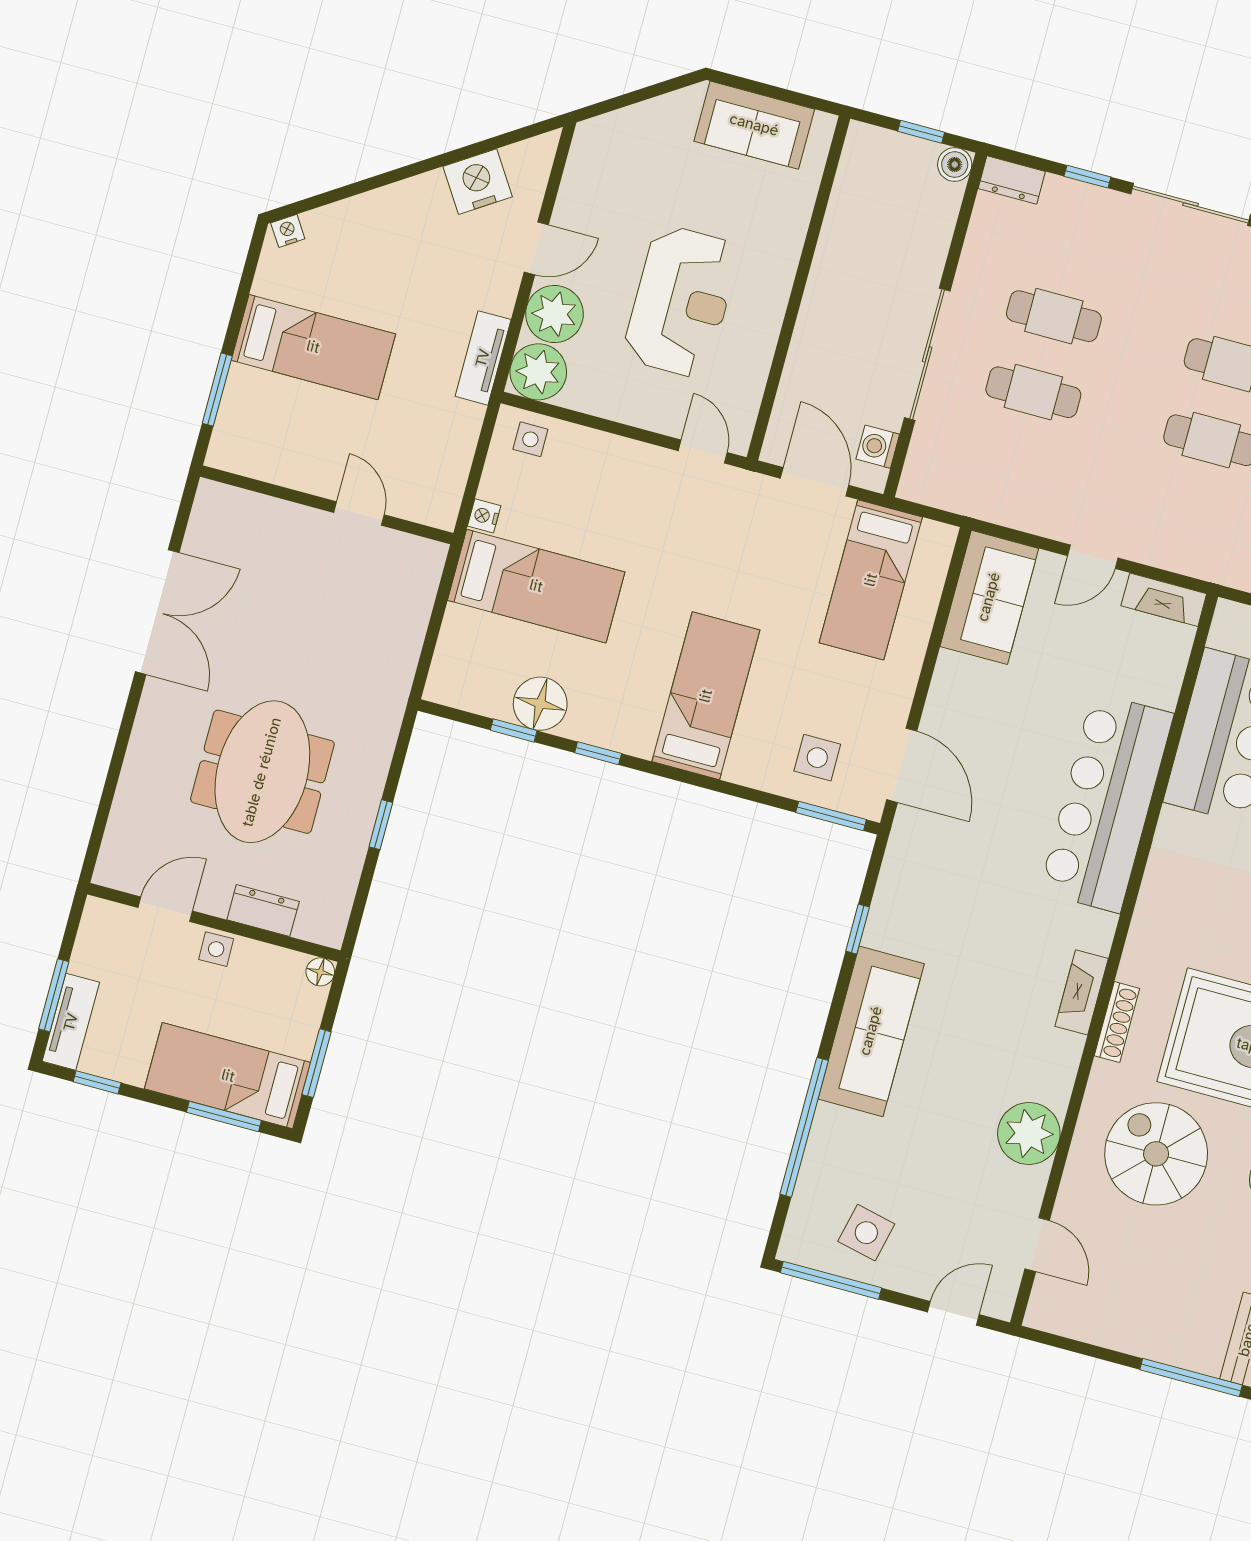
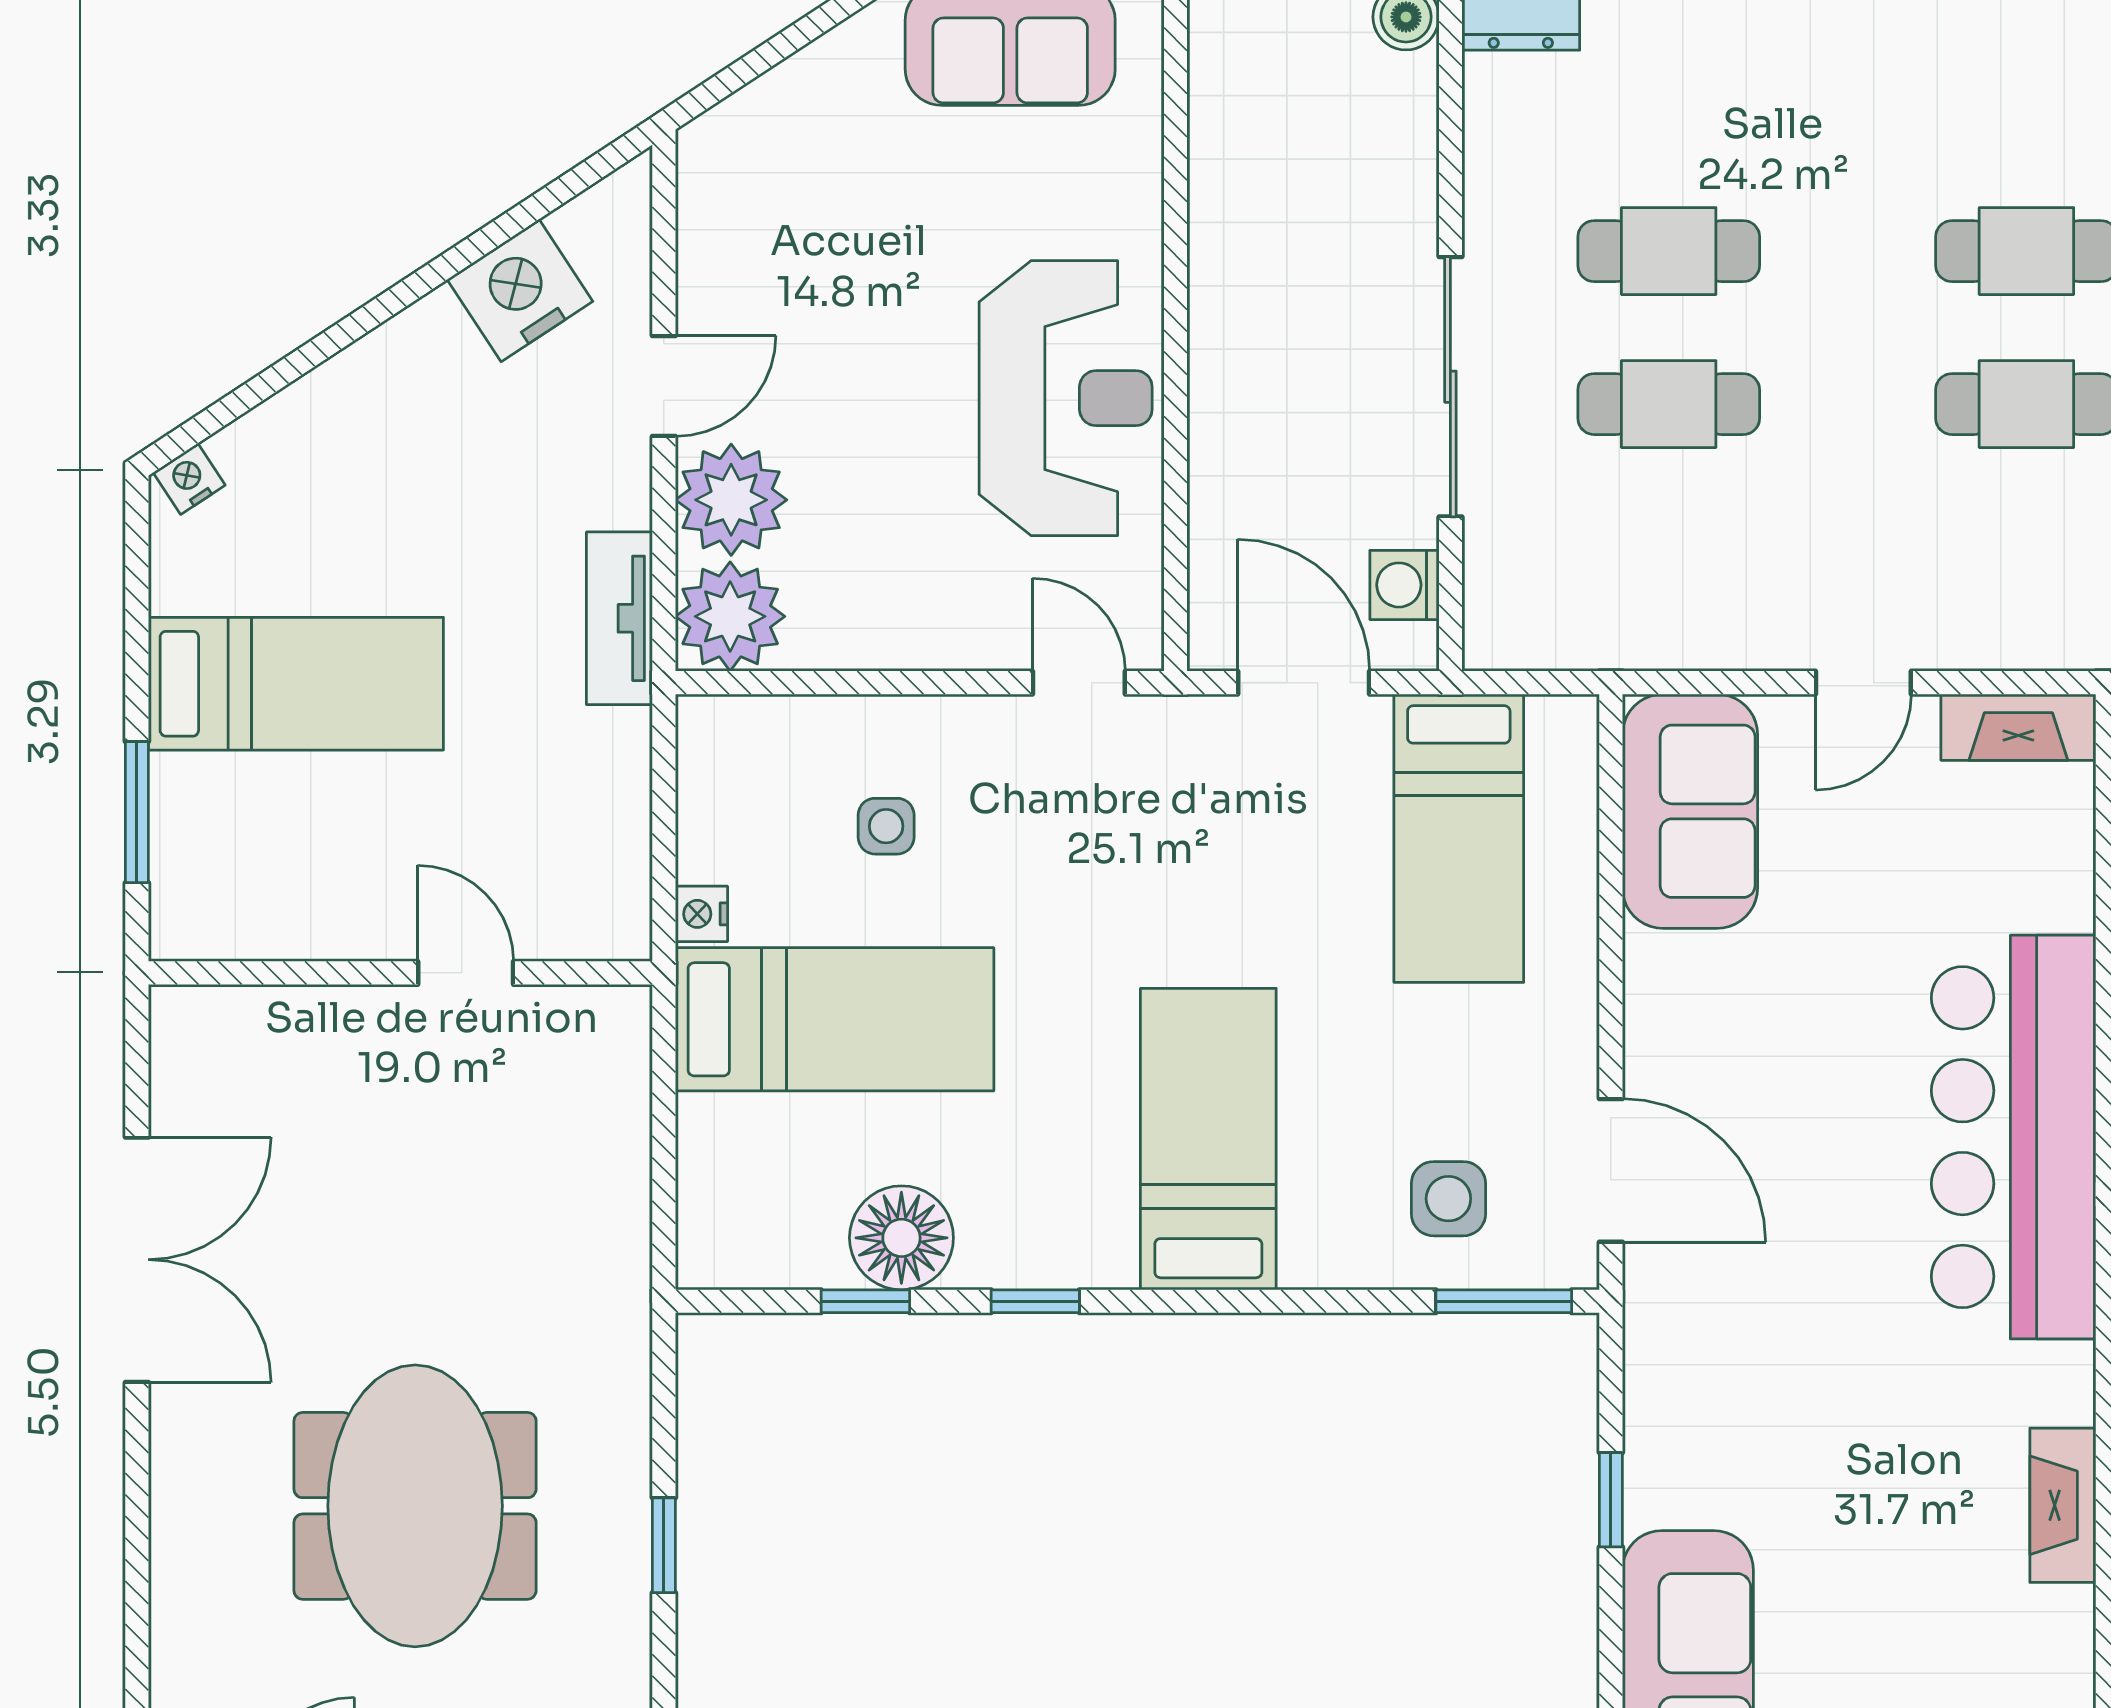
reception desk: (681, 301) -> (1066, 398), moved
side table: (530, 439) -> (886, 826), moved

